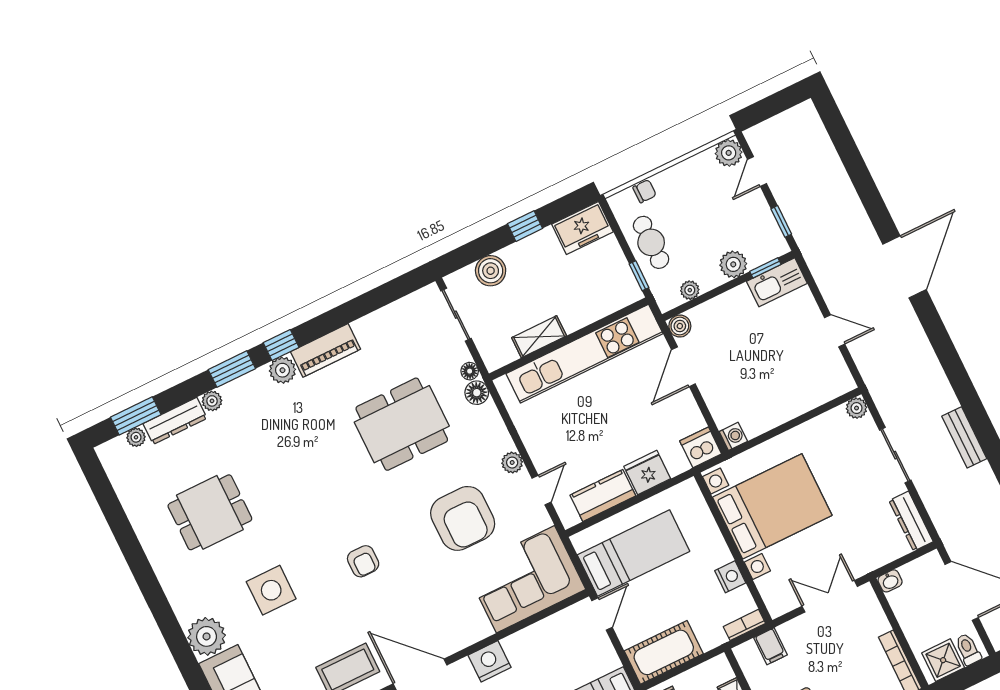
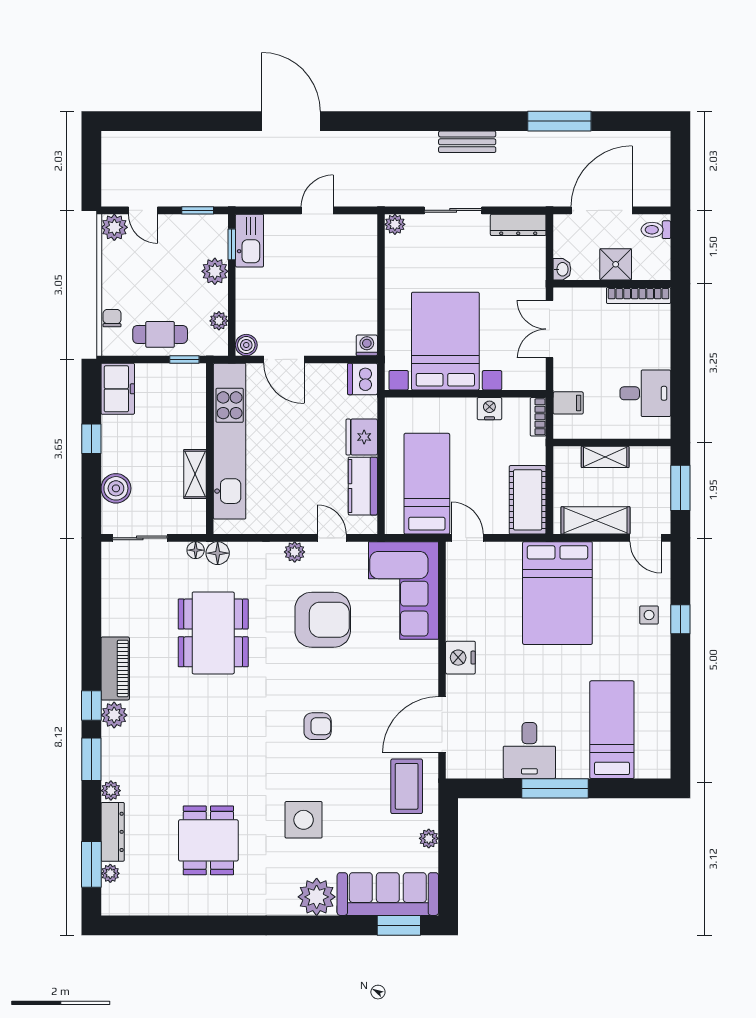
shower: (943, 660) -> (616, 264), moved

